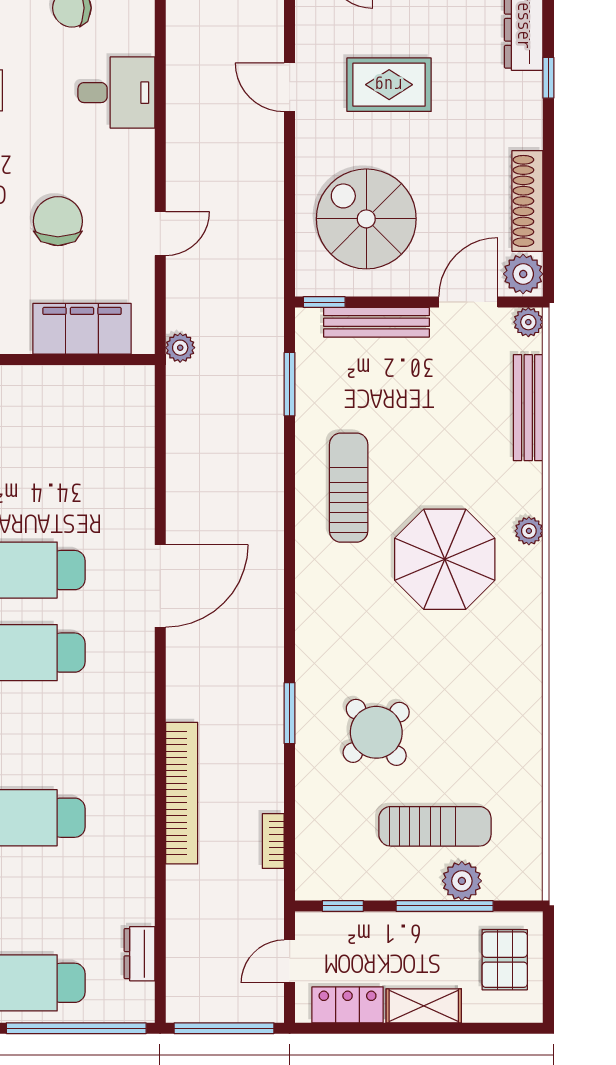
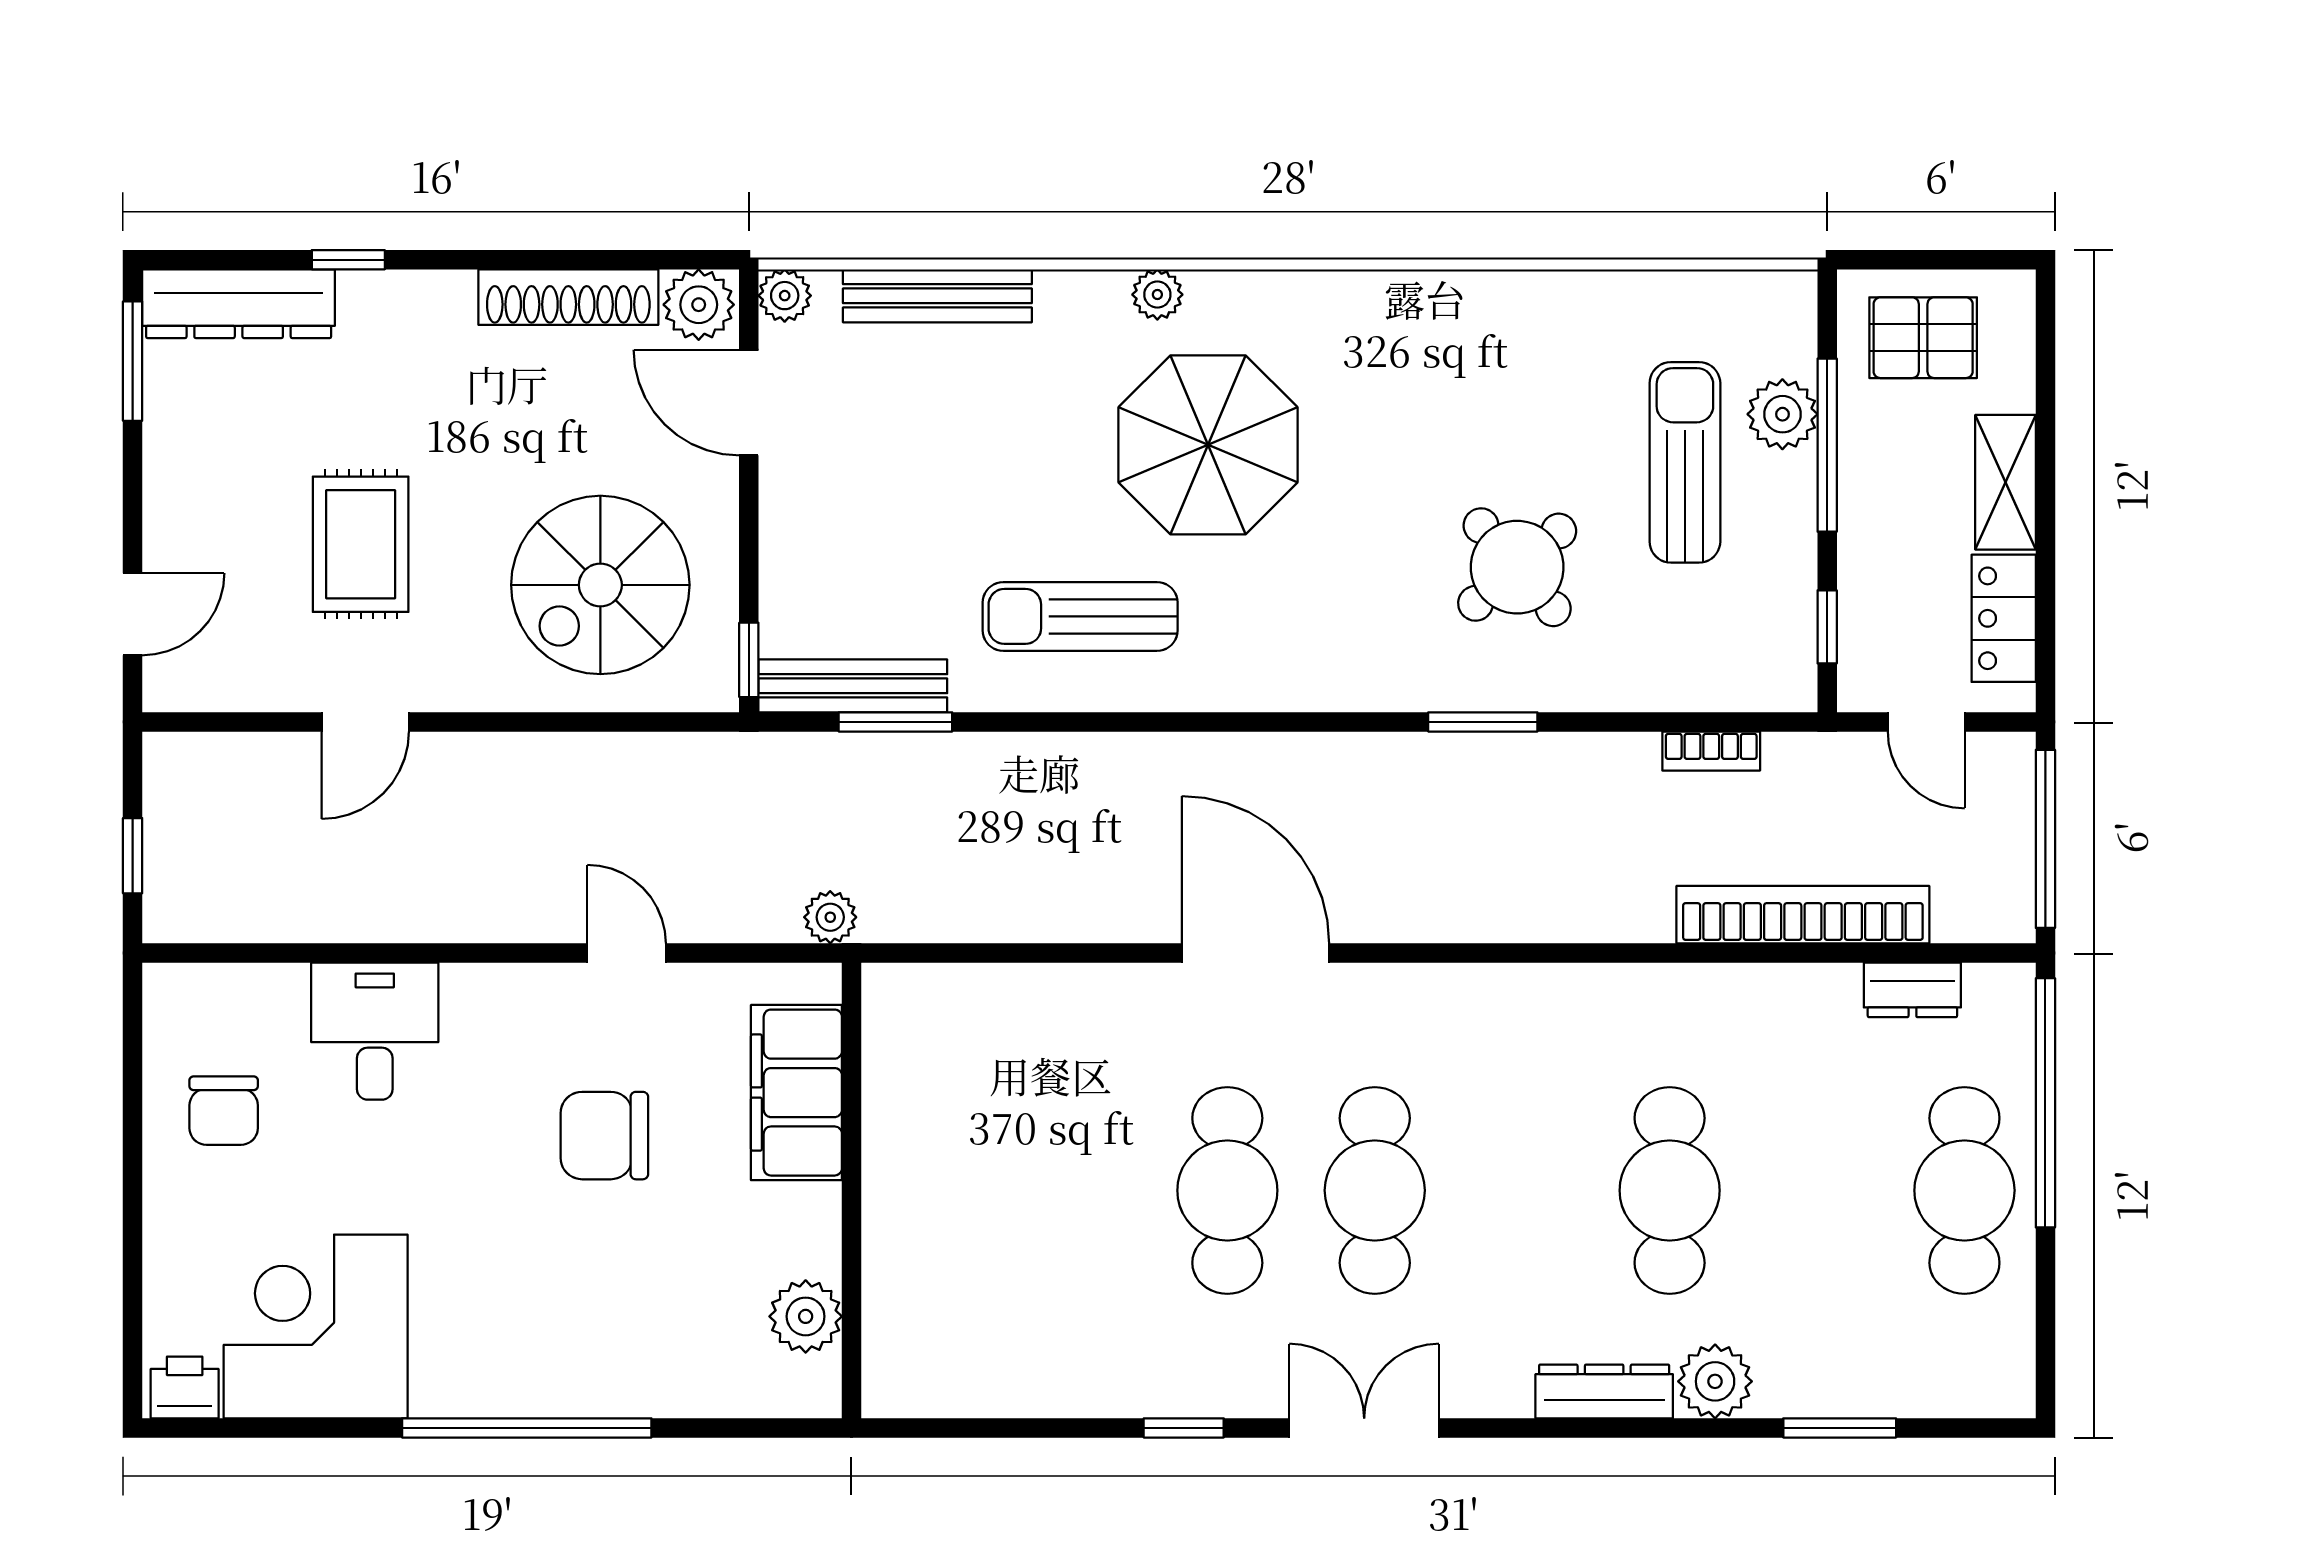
bench: (377, 322) -> (853, 686), moved, turned 90
bookcase: (182, 793) -> (1803, 915), moved

